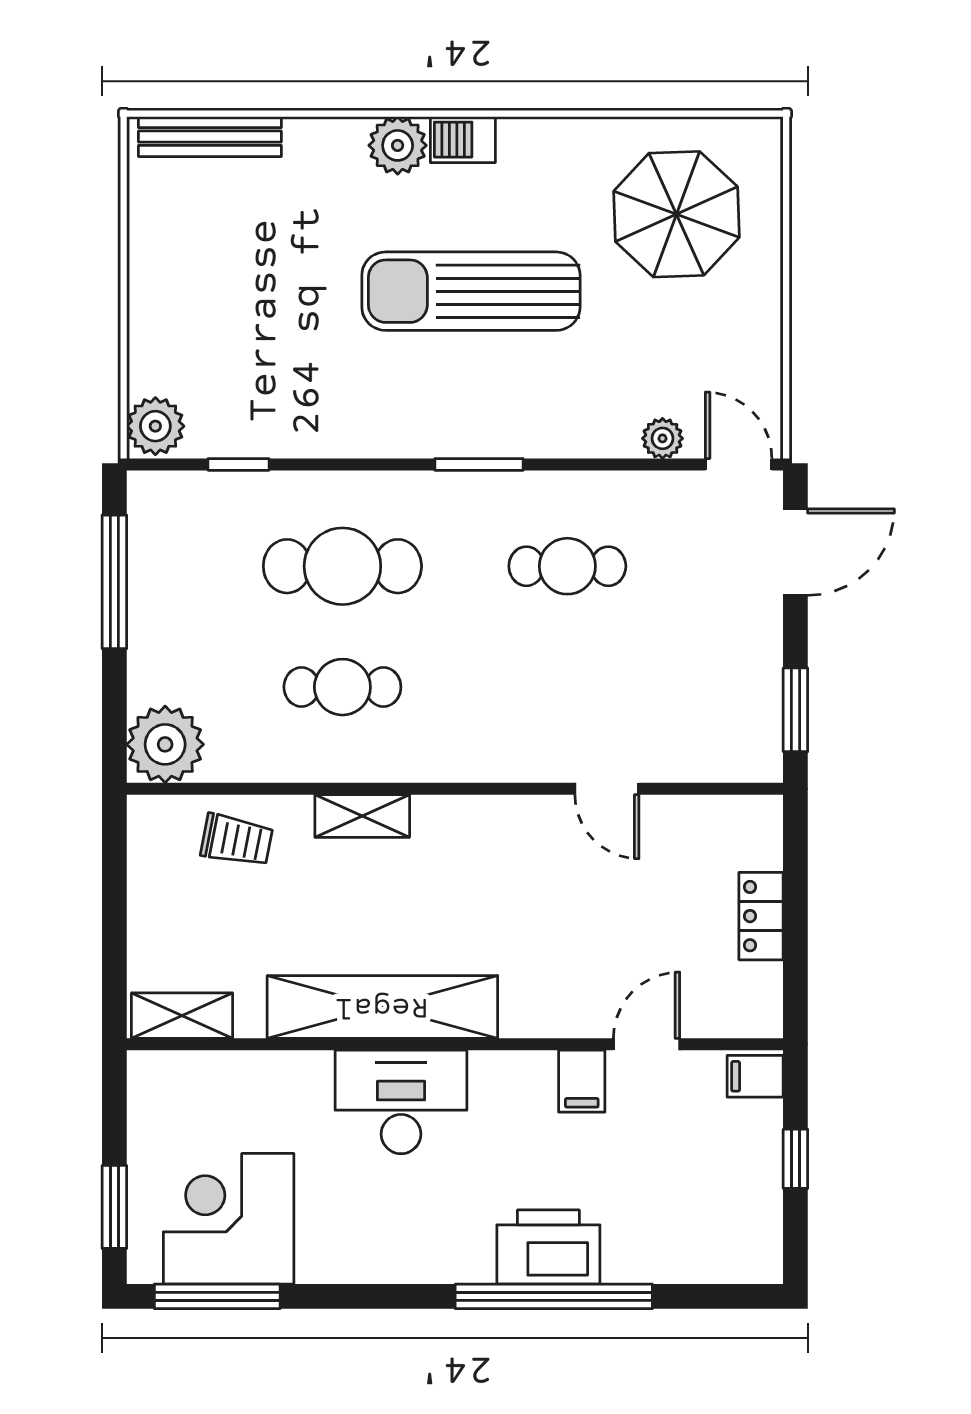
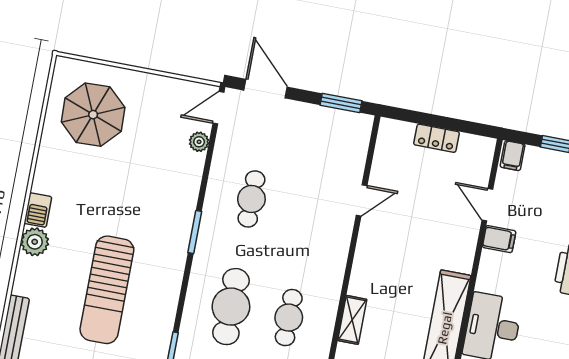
sun lounger: (471, 291) -> (107, 290), moved

